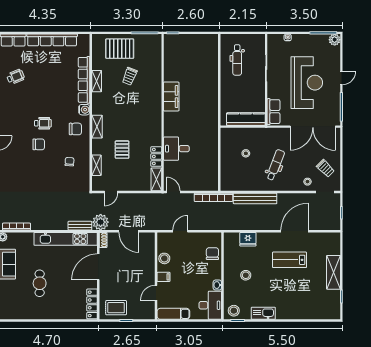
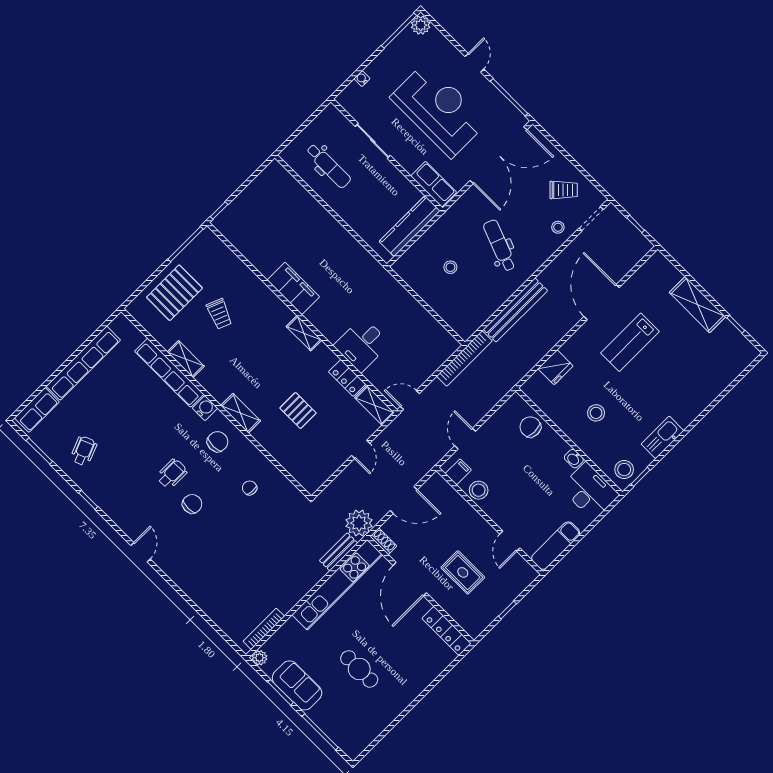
shelving: (96, 165) -> (304, 333), moved
door: (111, 192) -> (361, 449), moved
filing cabinet: (163, 277) -> (458, 472), moved
rug: (116, 308) -> (463, 572), moved, turned 90

